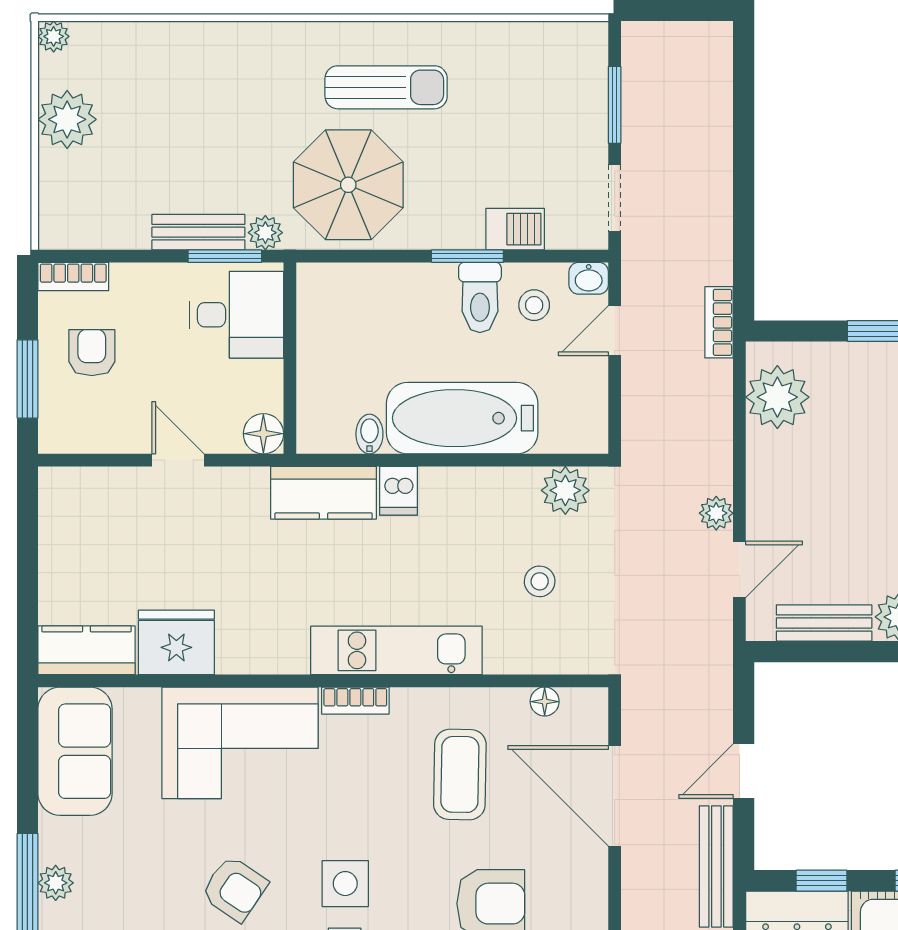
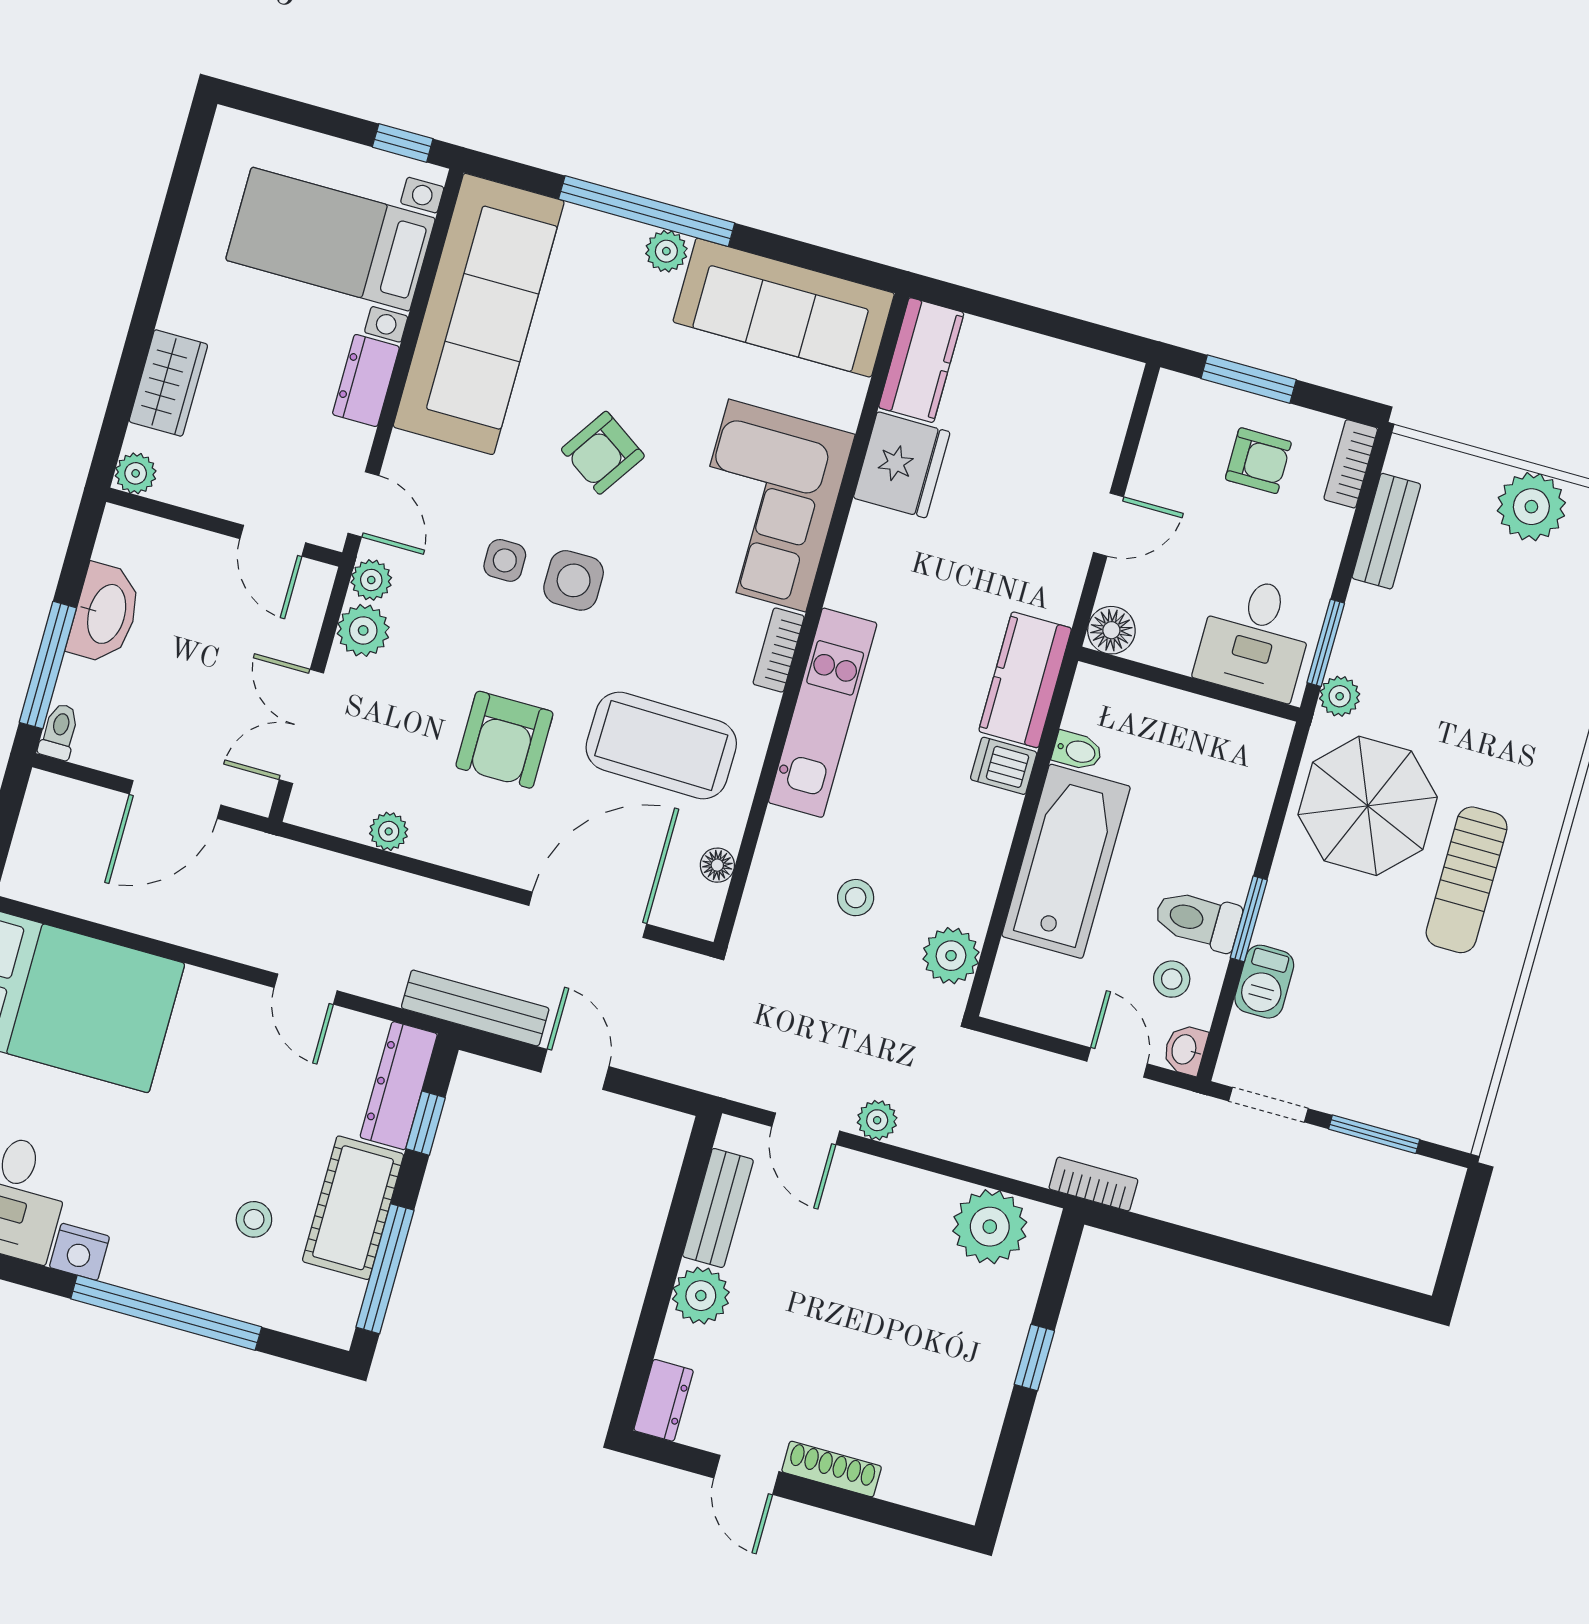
bench: (198, 232) -> (1386, 531), moved
sofa: (75, 751) -> (784, 308), width x1.36
coffee table: (460, 774) -> (661, 745), width x1.36, depth x1.32

